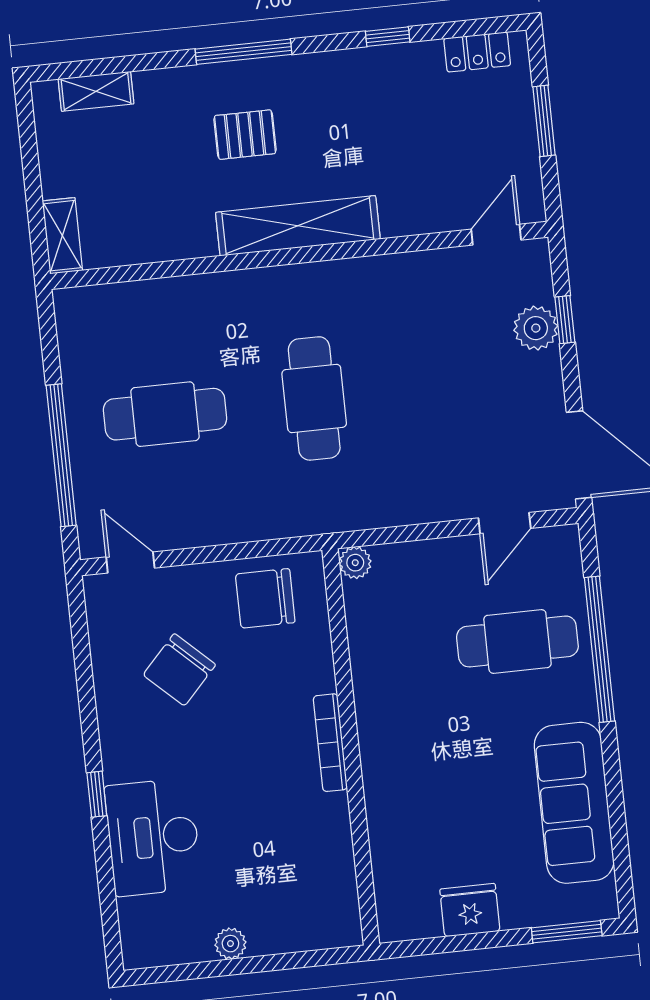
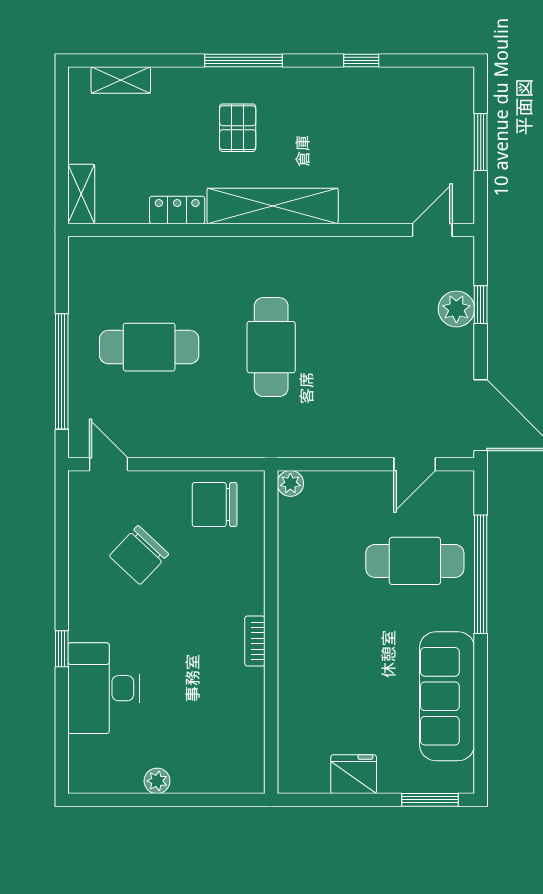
locker: (477, 52) -> (177, 210), moved, turned 180
pallet: (245, 135) -> (238, 128), turned 90
bookcase: (330, 743) -> (255, 641), width x0.64

